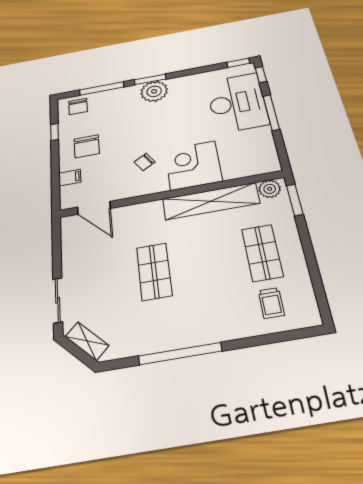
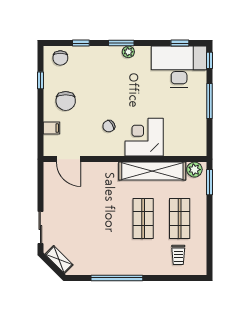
window: (238, 63) -> (180, 43), moved
window: (102, 88) -> (81, 43), width x0.46
plant: (154, 91) -> (128, 52), width x0.53, depth x0.53
desk: (237, 103) -> (179, 67), moved, turned -90
shop shelf: (154, 271) -> (143, 219), moved

